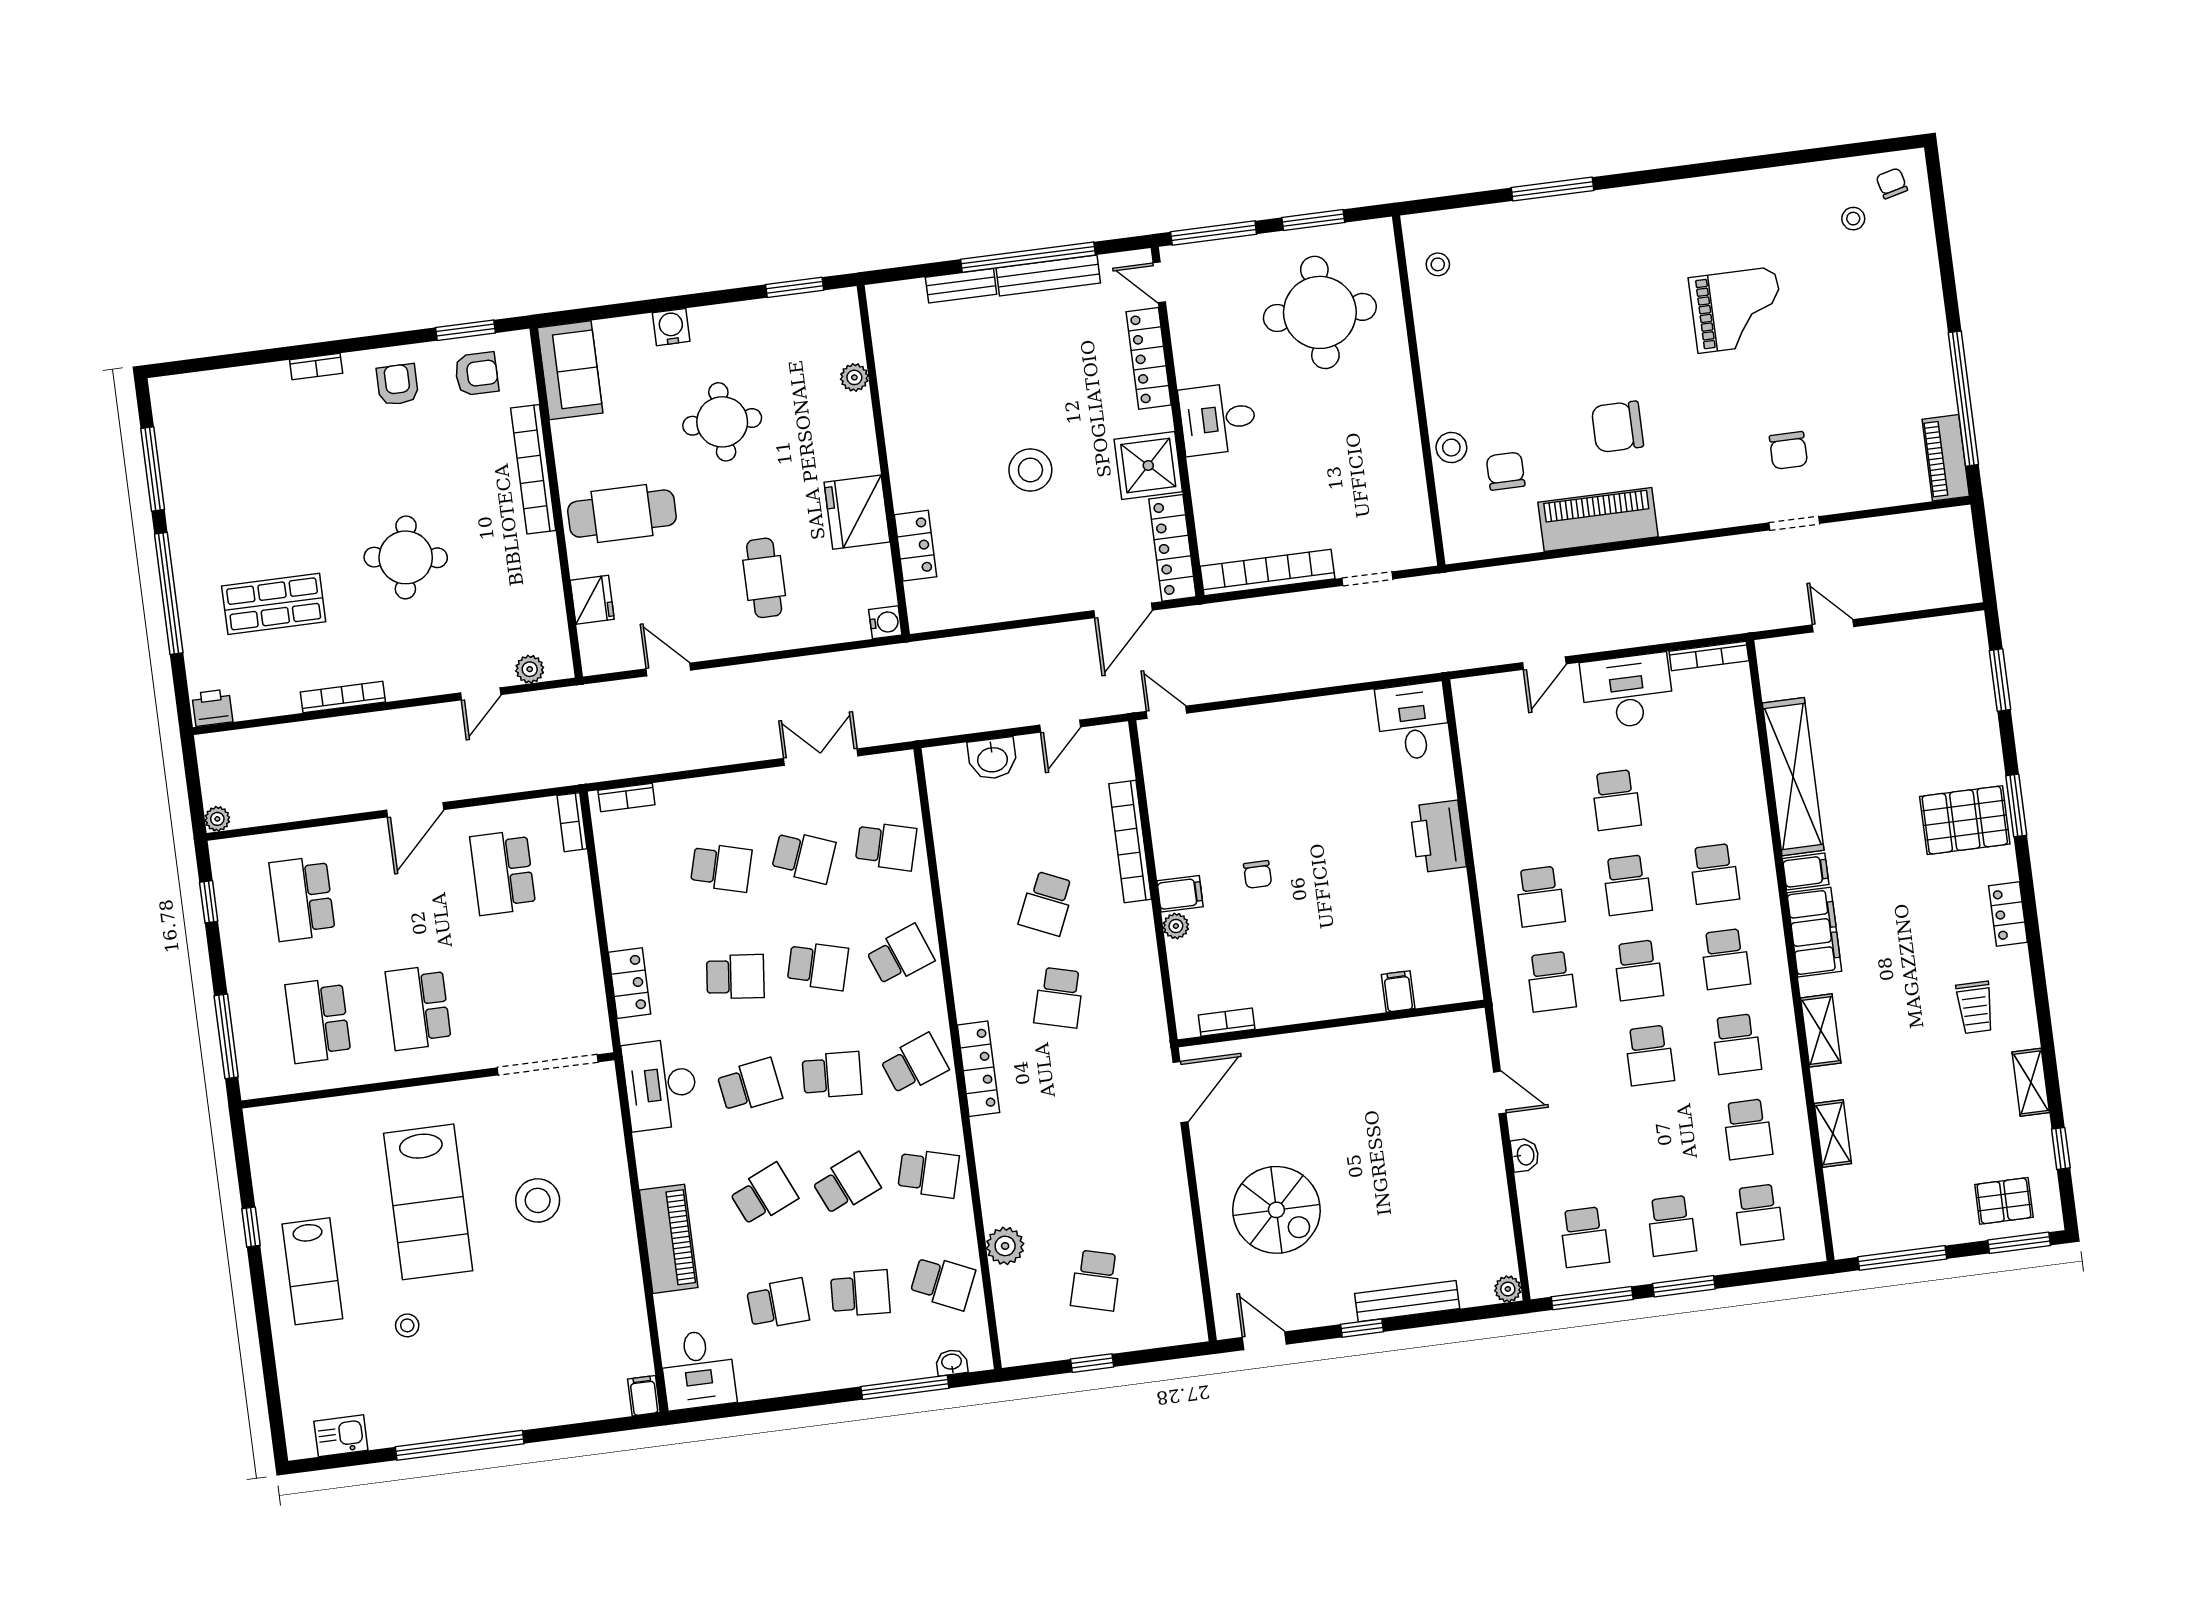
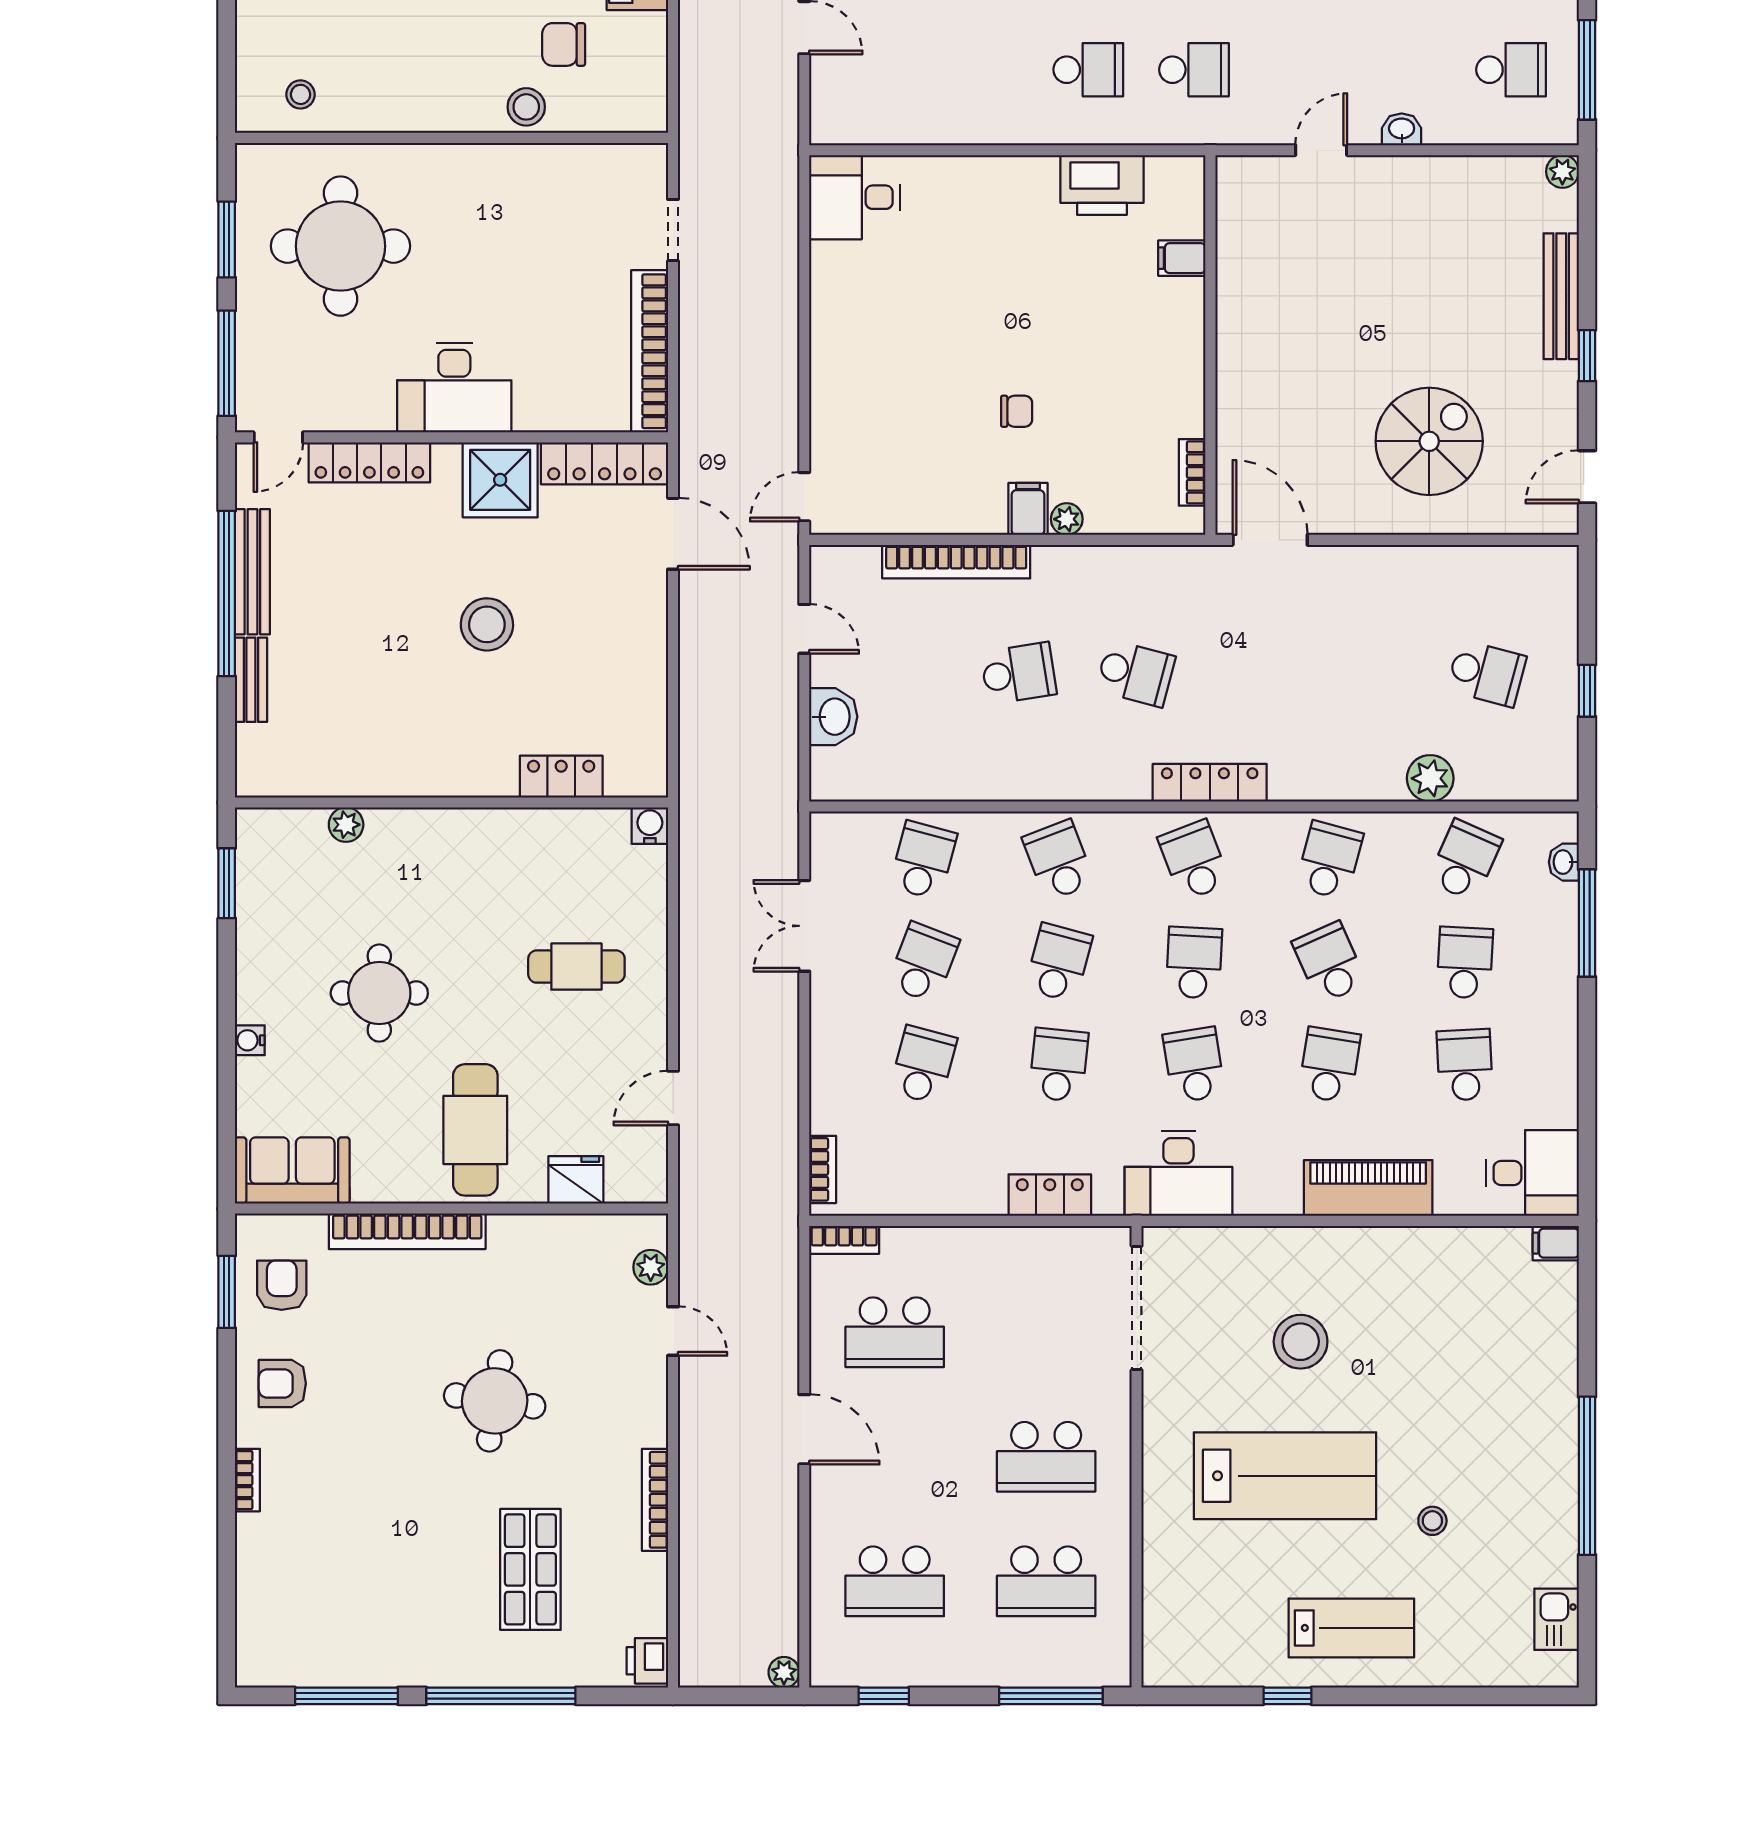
water cooler: (671, 327) -> (250, 1040), width x0.72, depth x0.72
desk: (1218, 419) -> (454, 388), width x1.37
fridge: (857, 512) -> (511, 843), removed
printer: (1438, 836) -> (1102, 185), moved
school desk: (1047, 903) -> (1018, 673), turned -33
school desk: (764, 1195) -> (1329, 1065), turned 33

